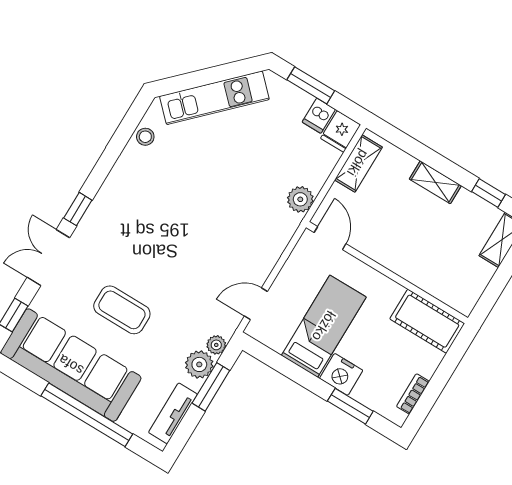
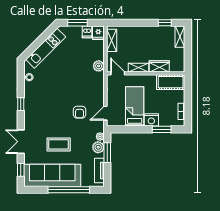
shelving: (435, 182) -> (139, 68), moved
window: (78, 209) -> (21, 104), moved
armchair: (204, 270) -> (80, 112), added
wardrobe: (423, 275) -> (159, 66), added

